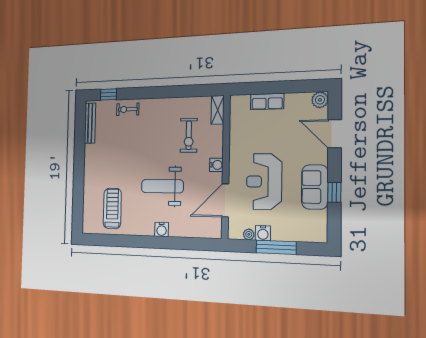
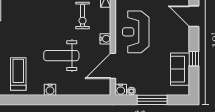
reception desk: (264, 182) -> (136, 32), moved
sofa: (315, 187) -> (180, 69), moved
water cooler: (162, 229) -> (50, 90), moved
water cooler: (263, 233) -> (121, 90), moved

